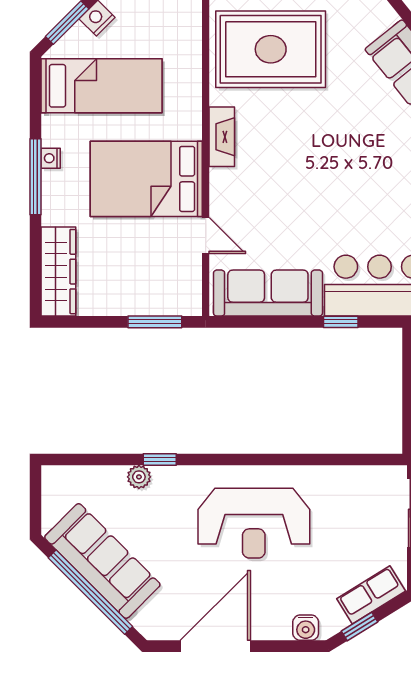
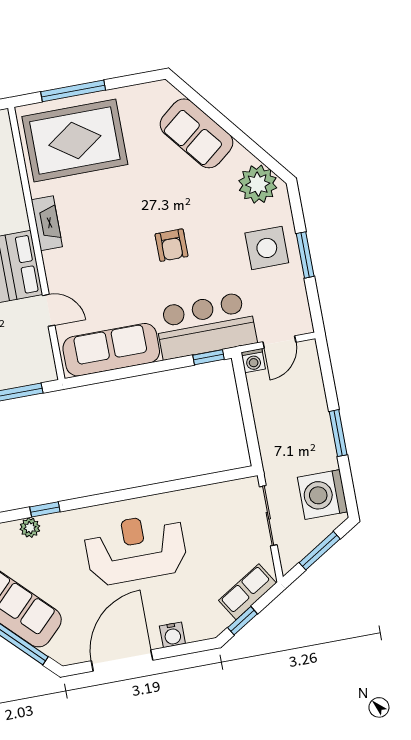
armchair: (358, 188) -> (172, 245), added
window: (341, 322) -> (209, 357), moved
reception desk: (254, 523) -> (136, 549), turned 180
water cooler: (306, 628) -> (172, 635), moved

